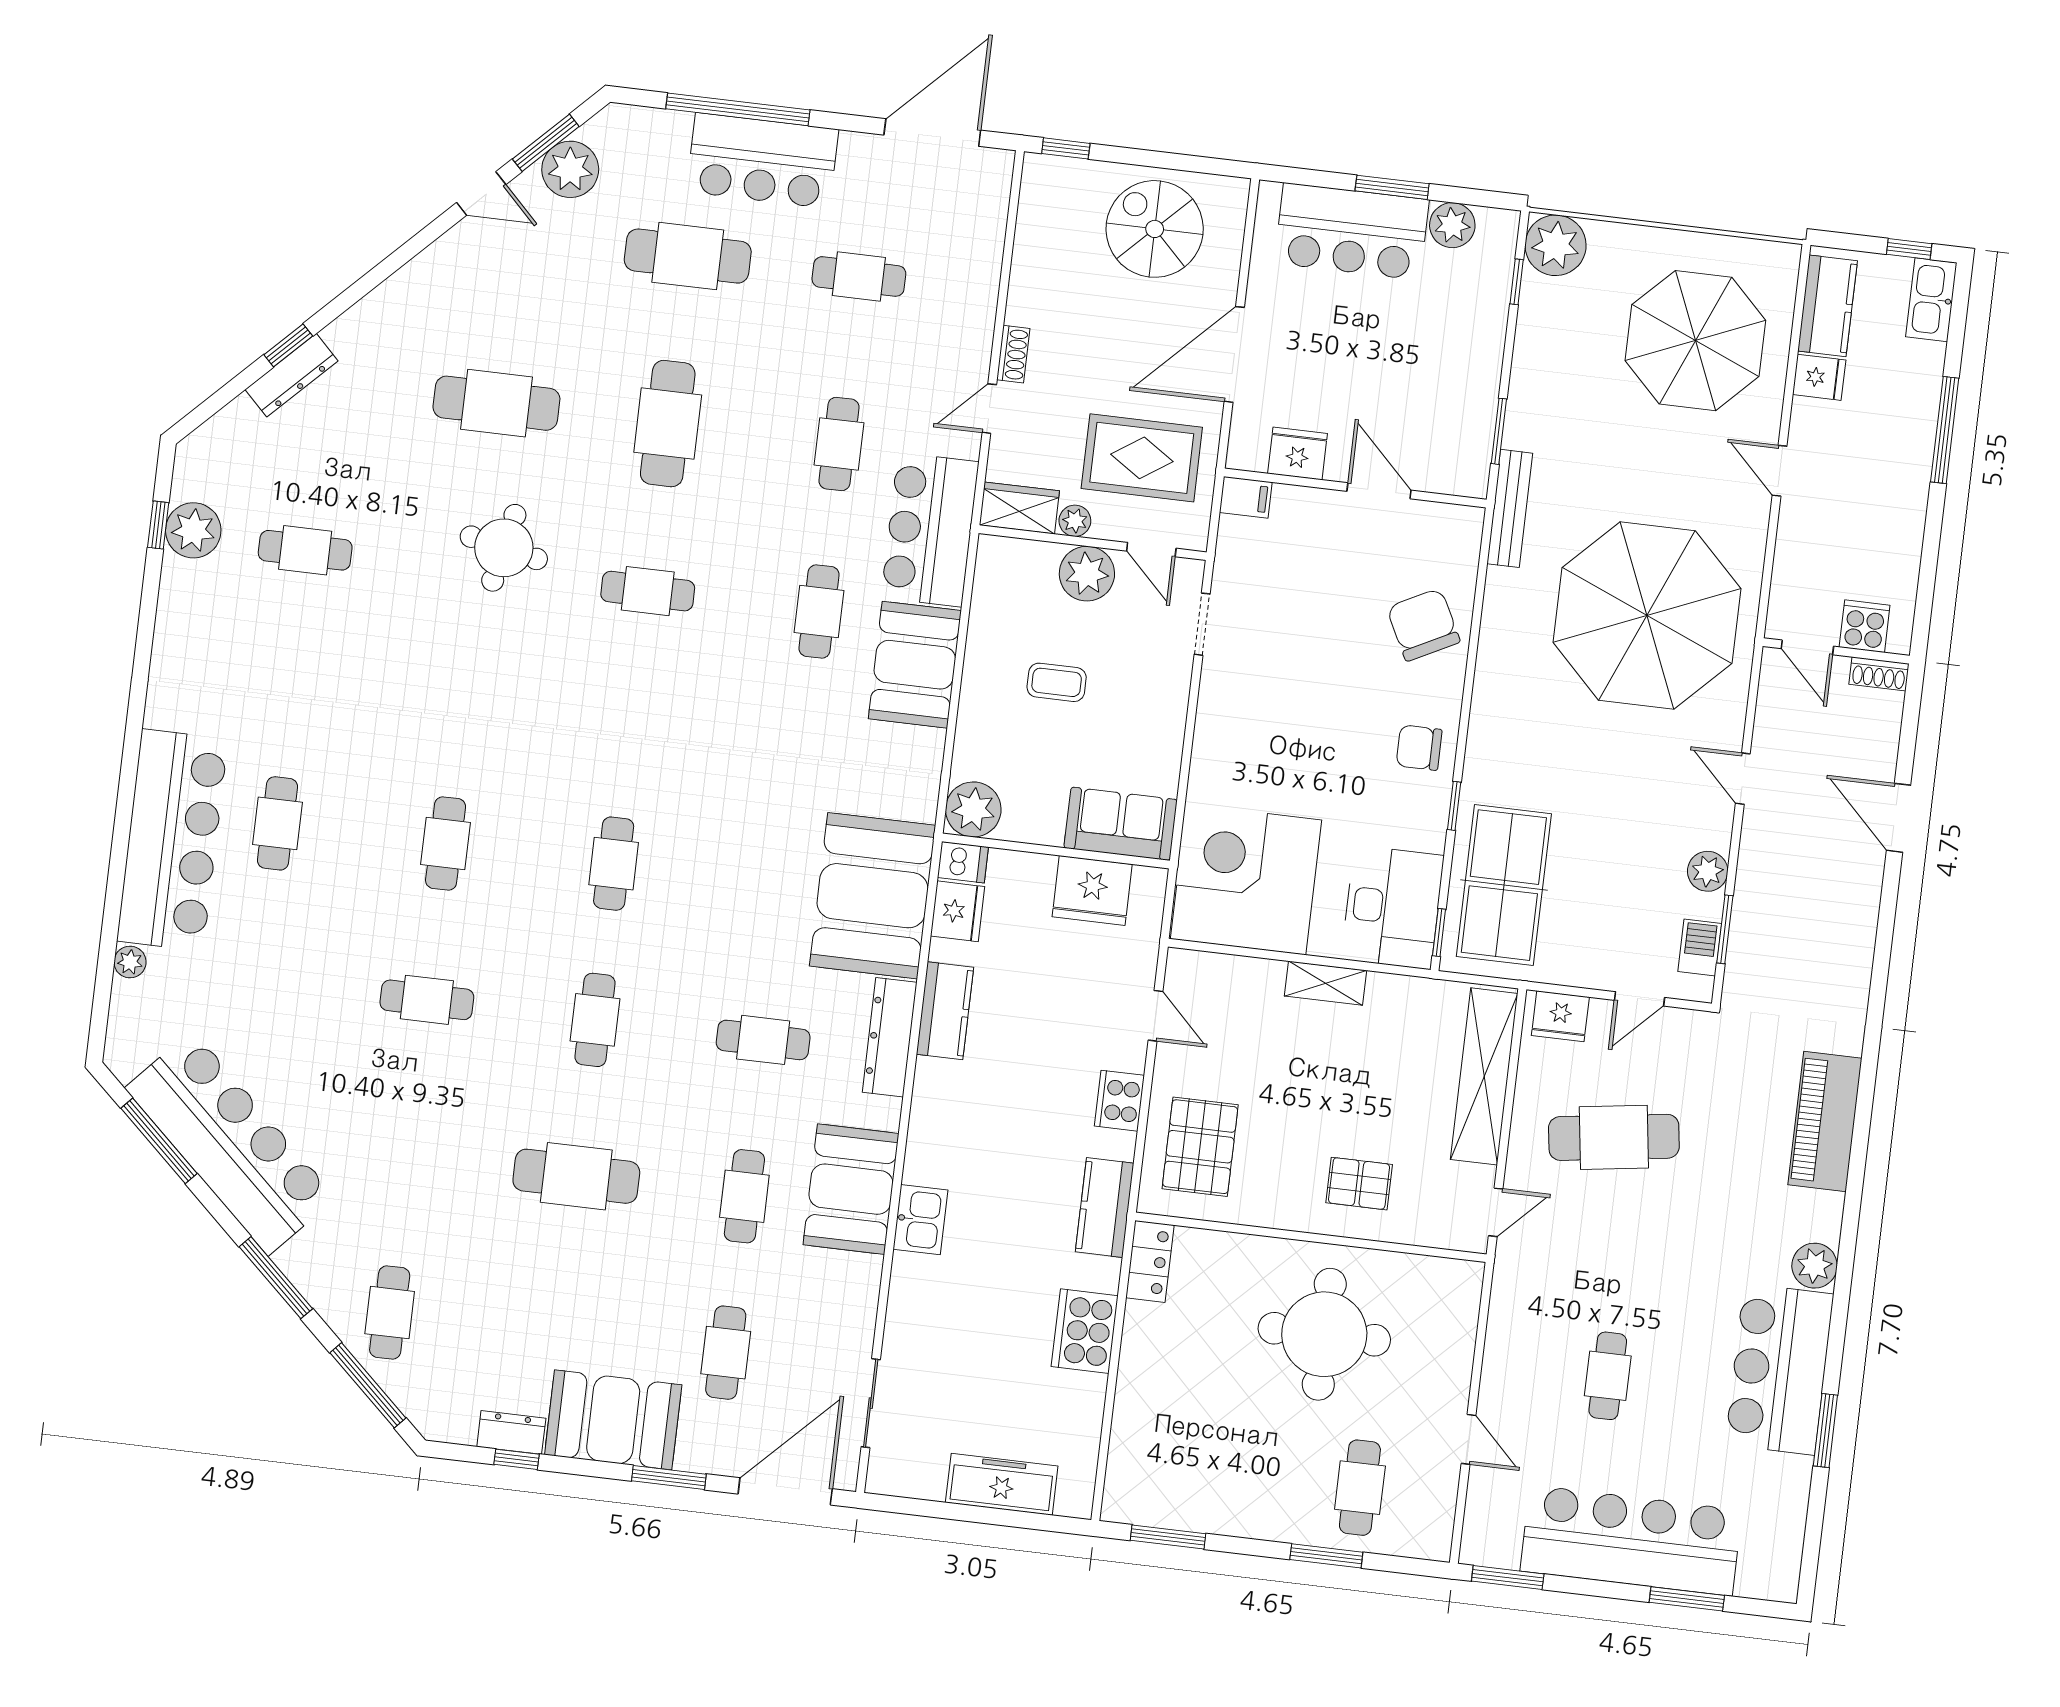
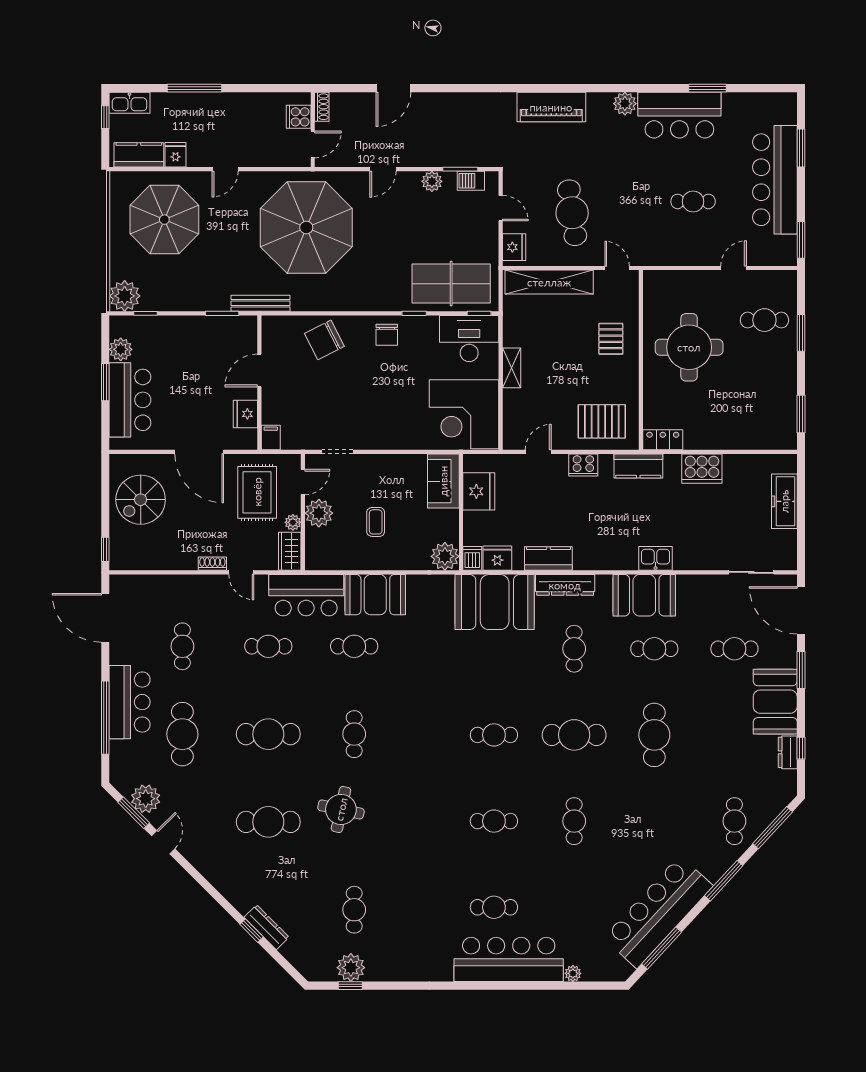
cafe table: (496, 403) -> (268, 822), turned 90
cafe table: (595, 1020) -> (574, 735), width x1.37, depth x1.35
cafe table: (390, 1313) -> (734, 821), turned 90

